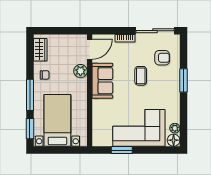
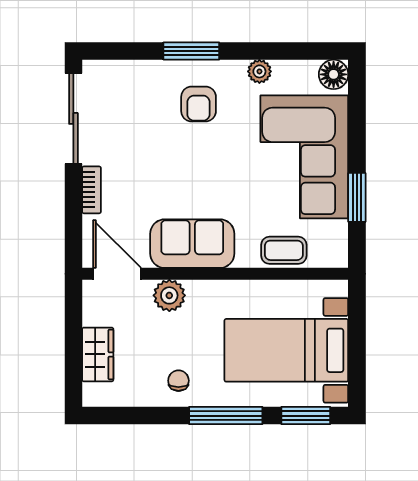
wardrobe: (40, 50) -> (98, 354), moved, turned 90
armchair: (162, 58) -> (199, 104), moved, turned 180
coffee table: (141, 76) -> (284, 250), moved
plant: (175, 128) -> (259, 71), moved

